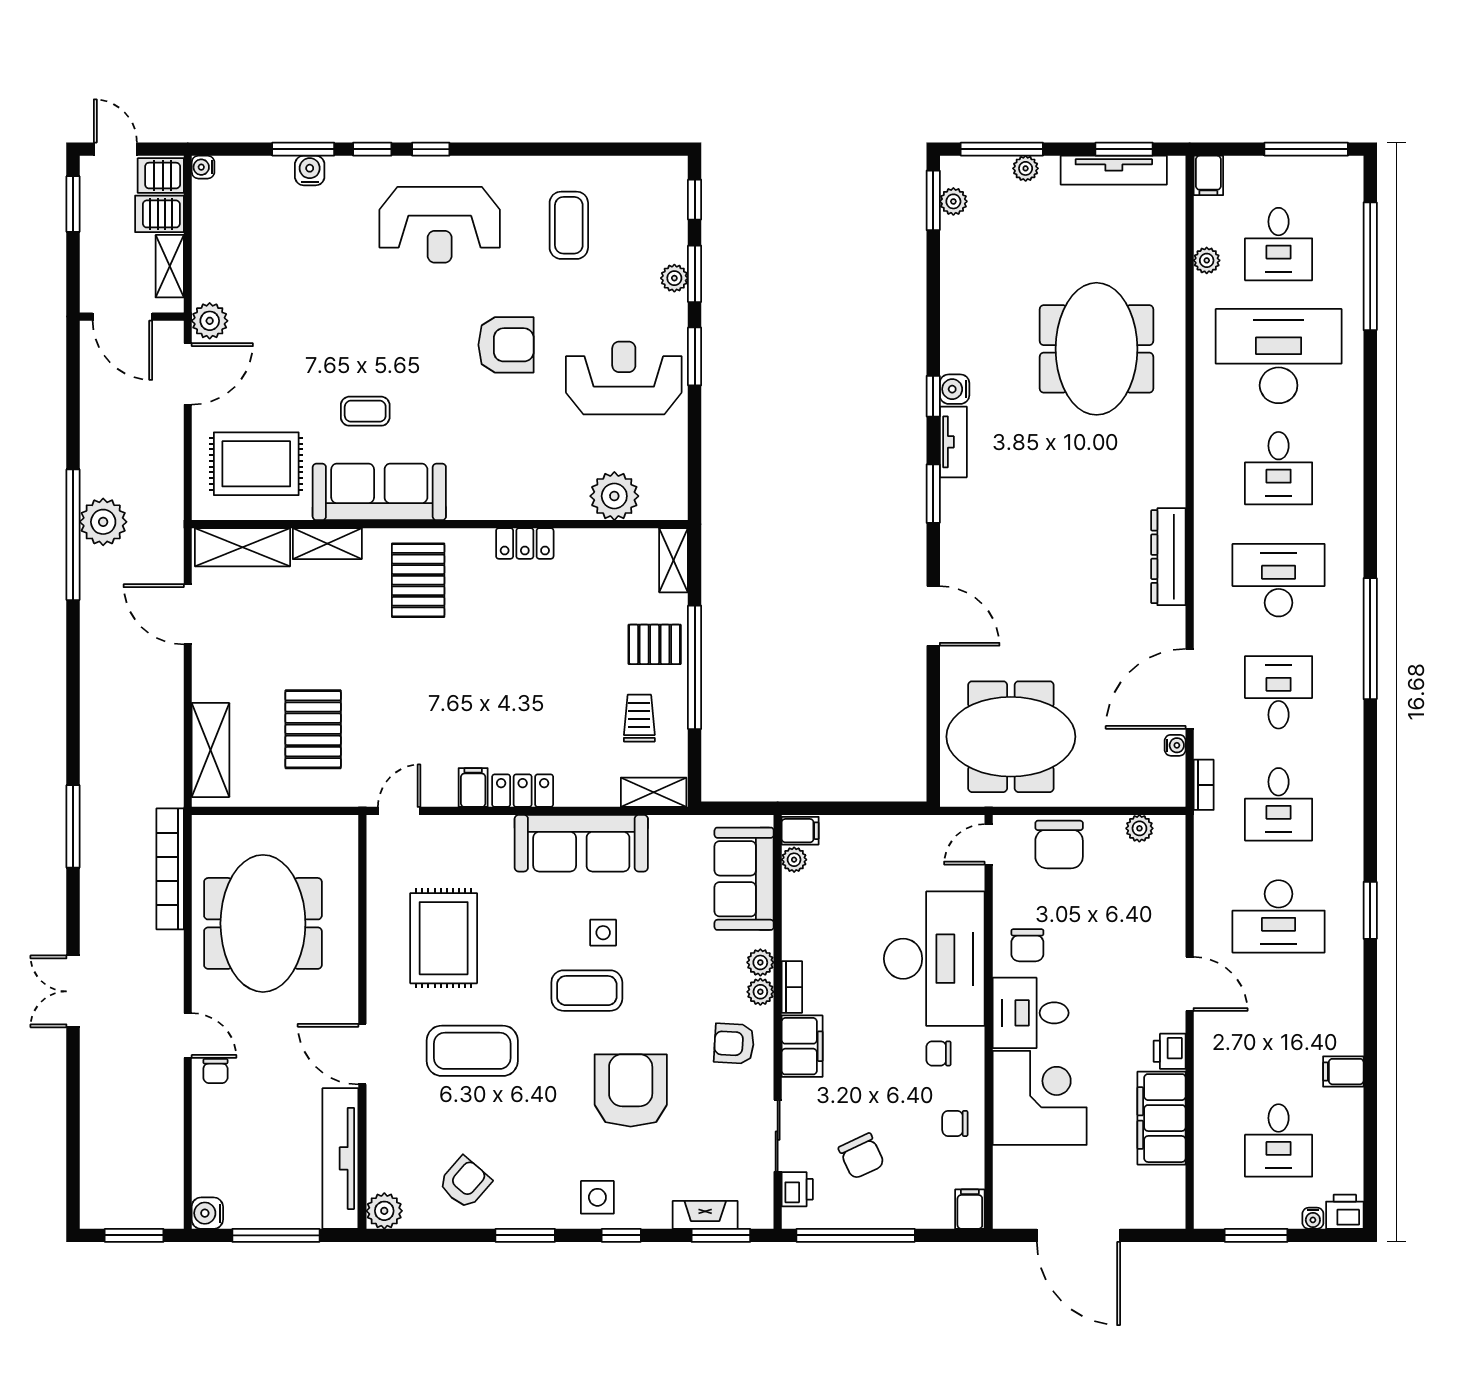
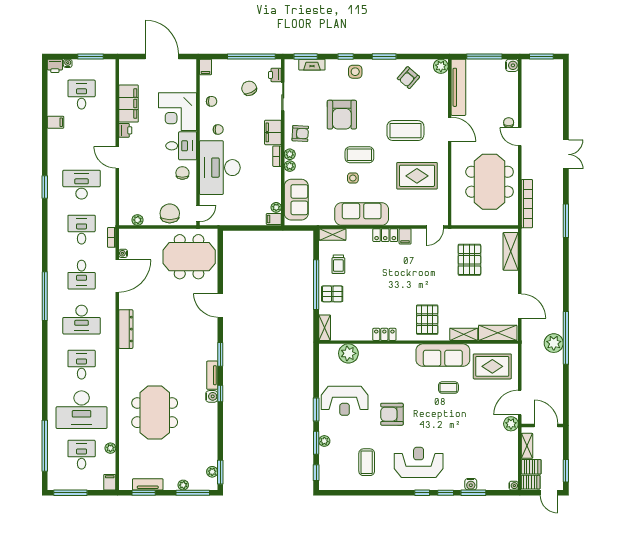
tv unit: (1114, 170) -> (148, 484), width x0.71
rug: (444, 938) -> (417, 176), turned 90

